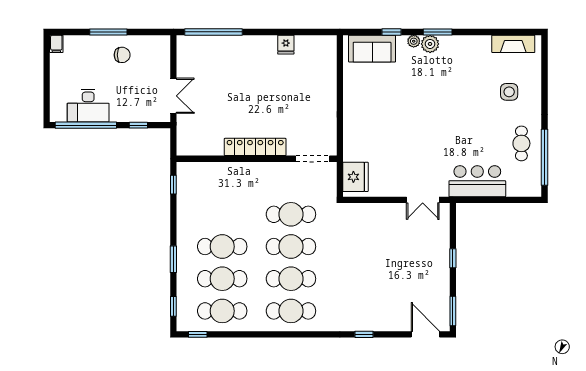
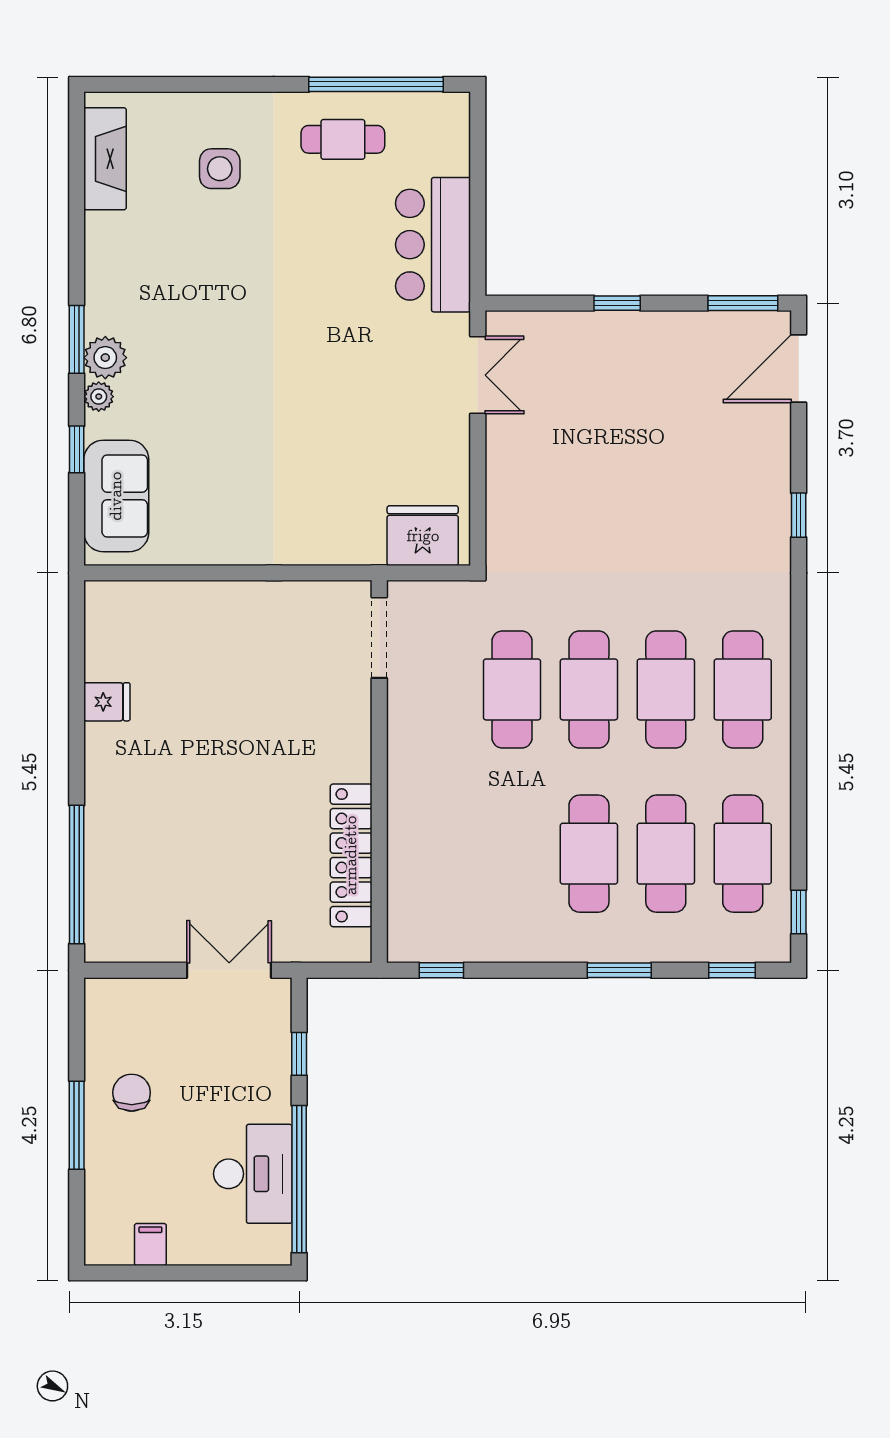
filing cabinet: (56, 44) -> (150, 1244), moved, turned -90
locker: (255, 147) -> (351, 855), moved

